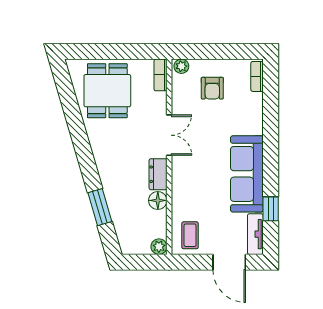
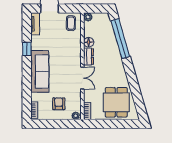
double door: (169, 135) -> (82, 78), swing flipped
sofa: (247, 174) -> (40, 71), moved
window: (100, 207) -> (120, 39), width x2.11
window: (271, 209) -> (27, 49), moved

